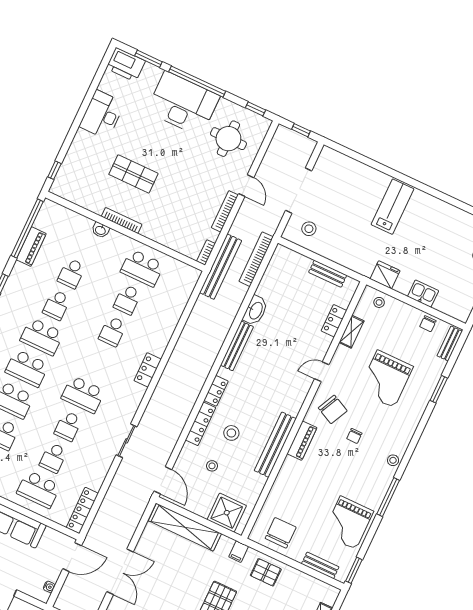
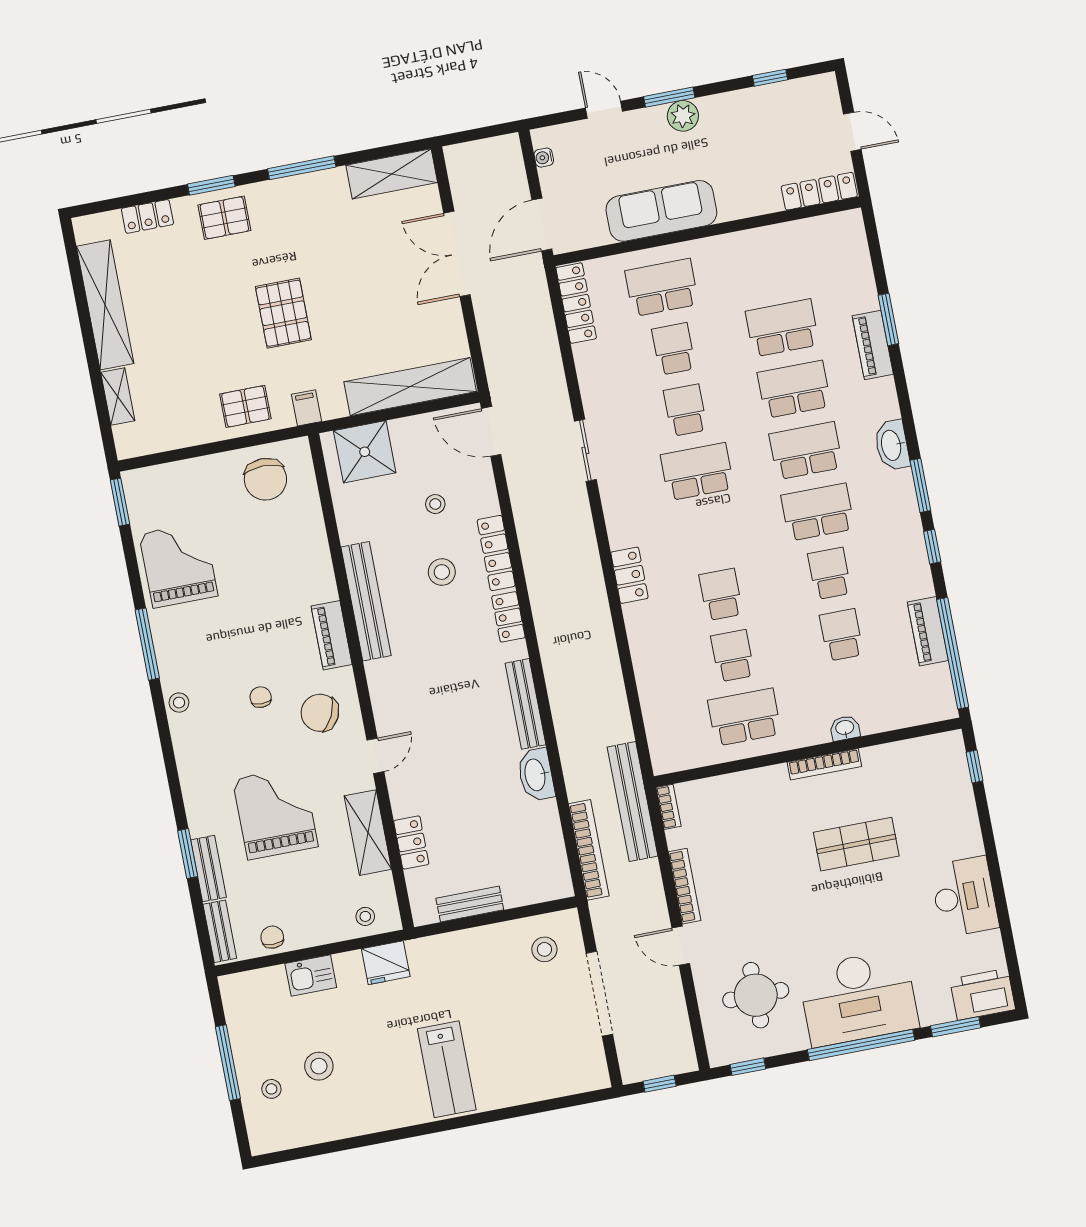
stool: (449, 250) -> (319, 1066), added
shelving: (351, 332) -> (368, 833), width x1.50, depth x1.33
bench: (320, 565) -> (208, 869), moved, turned 90

